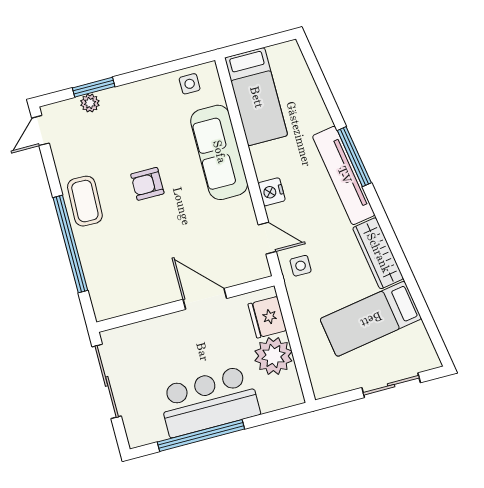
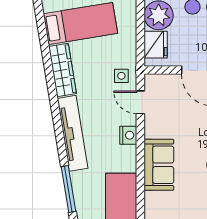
sofa: (219, 152) -> (159, 165), width x0.73
window: (354, 157) -> (68, 189), moved

